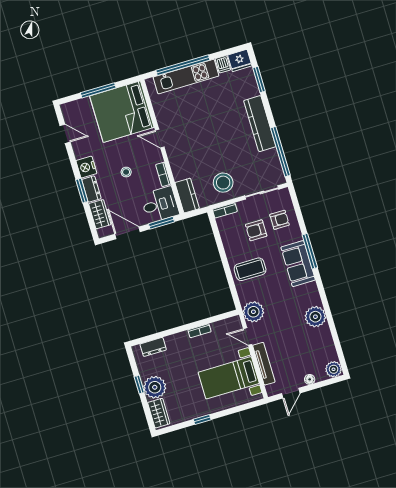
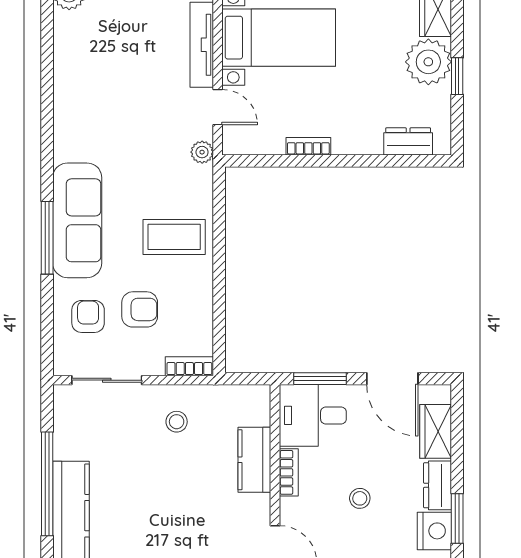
window: (280, 152) -> (47, 484), moved
stool: (223, 183) -> (177, 422), width x0.53, depth x0.53
window: (82, 191) -> (457, 519), moved
kitchen counter: (187, 196) -> (254, 460), moved
armchair: (280, 220) -> (88, 316), turned 90
sofa: (298, 264) -> (77, 220), width x1.36
plant: (253, 312) -> (202, 152), width x0.53, depth x0.53
plant: (315, 317) -> (74, 107), removed

